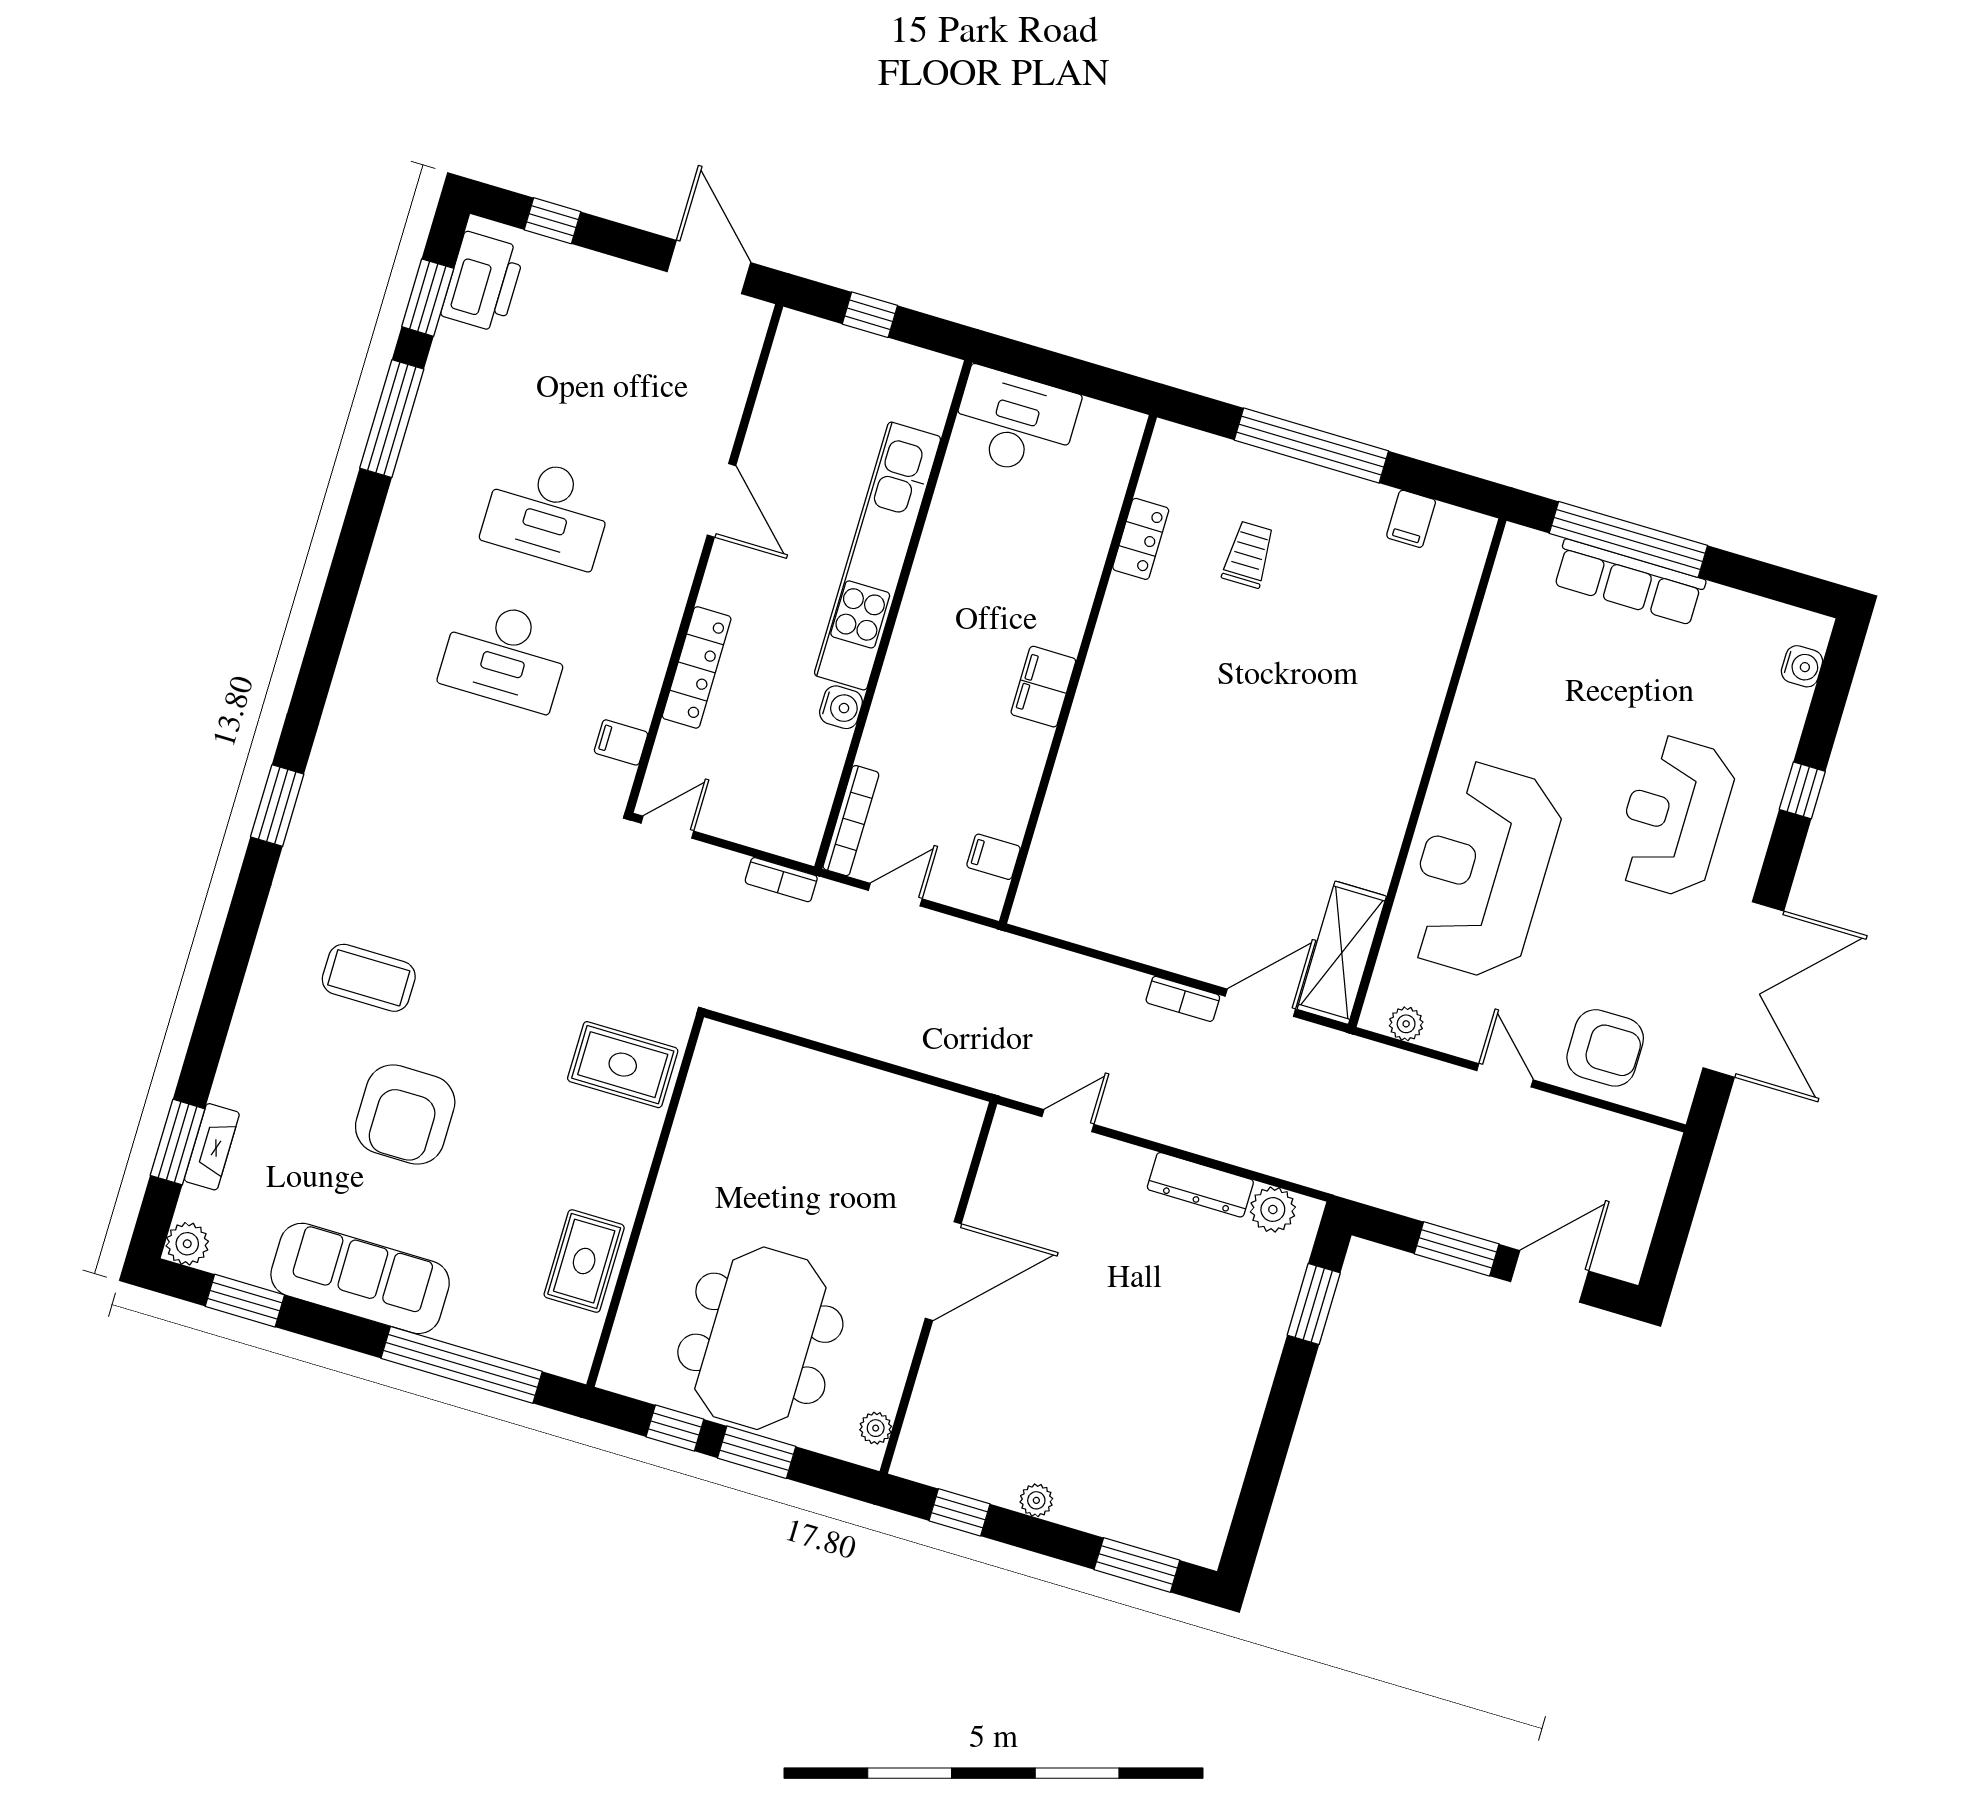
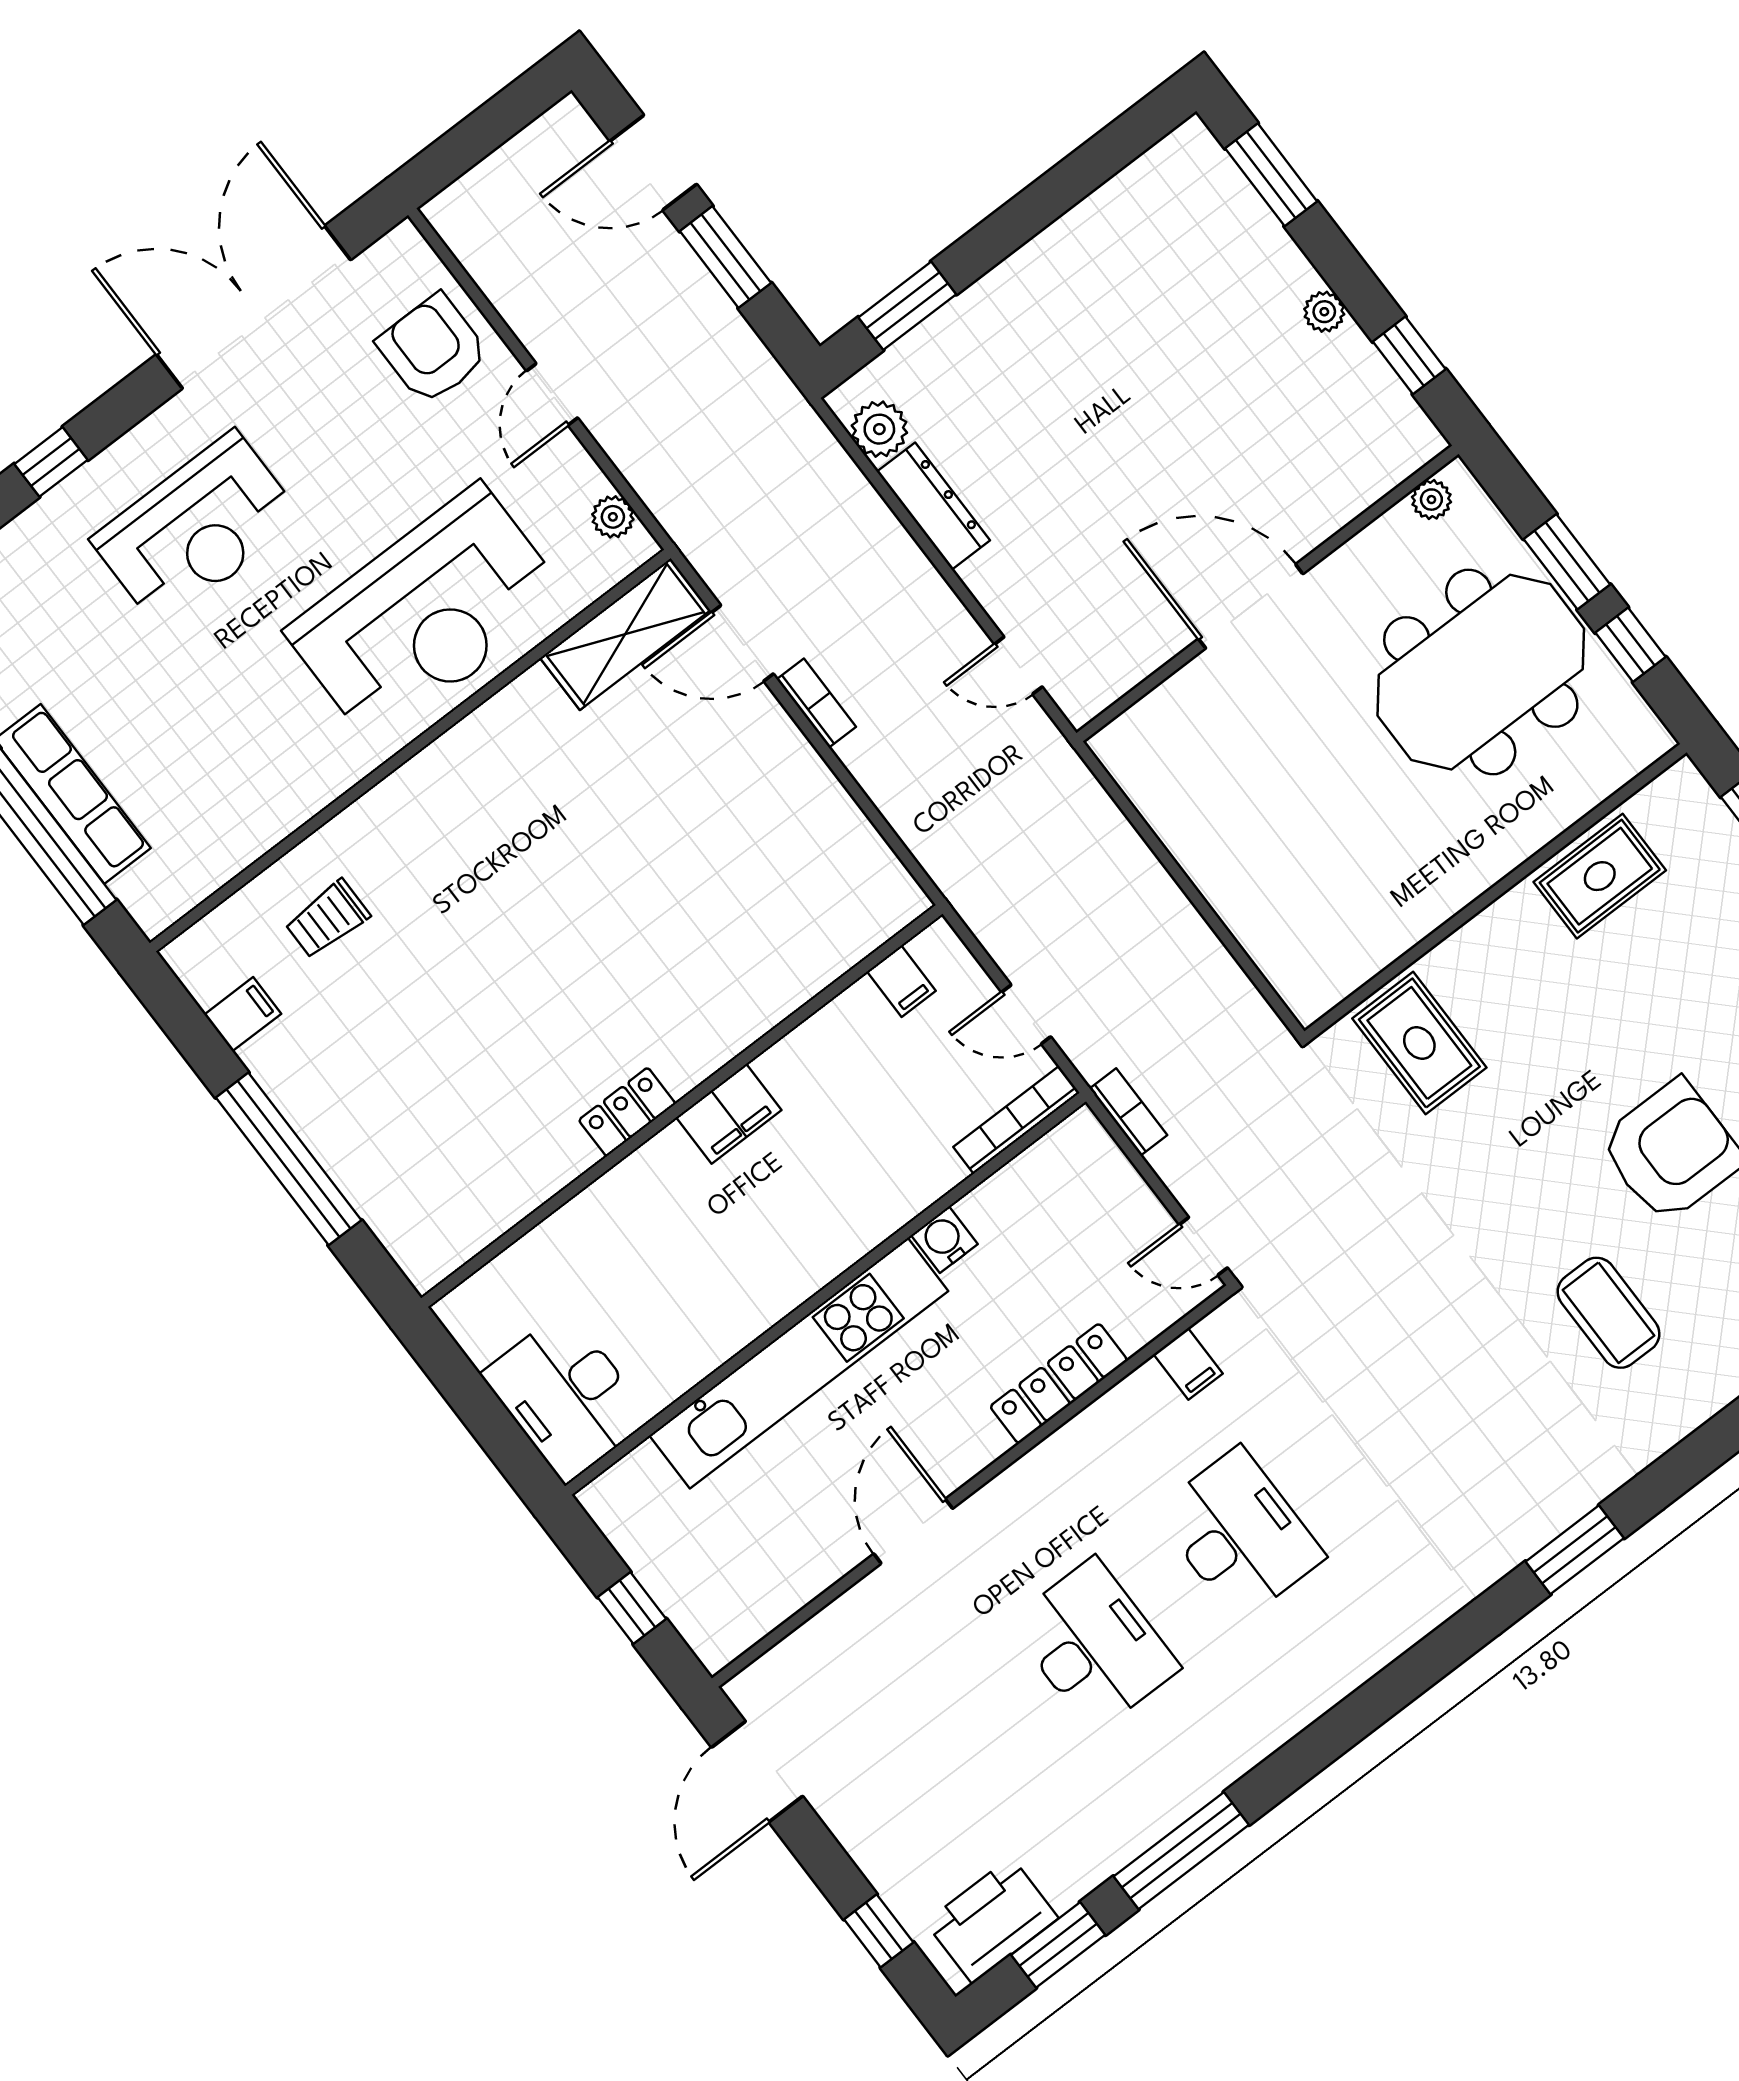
locker: (1141, 539) -> (627, 1112), moved
trolley: (1248, 555) -> (327, 919), moved

